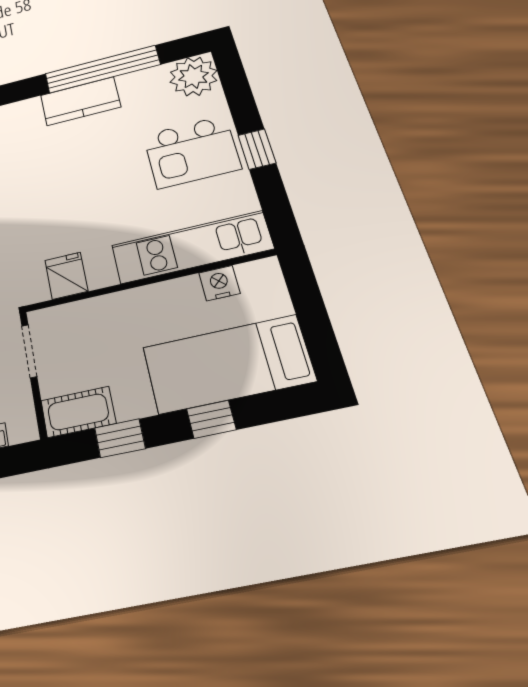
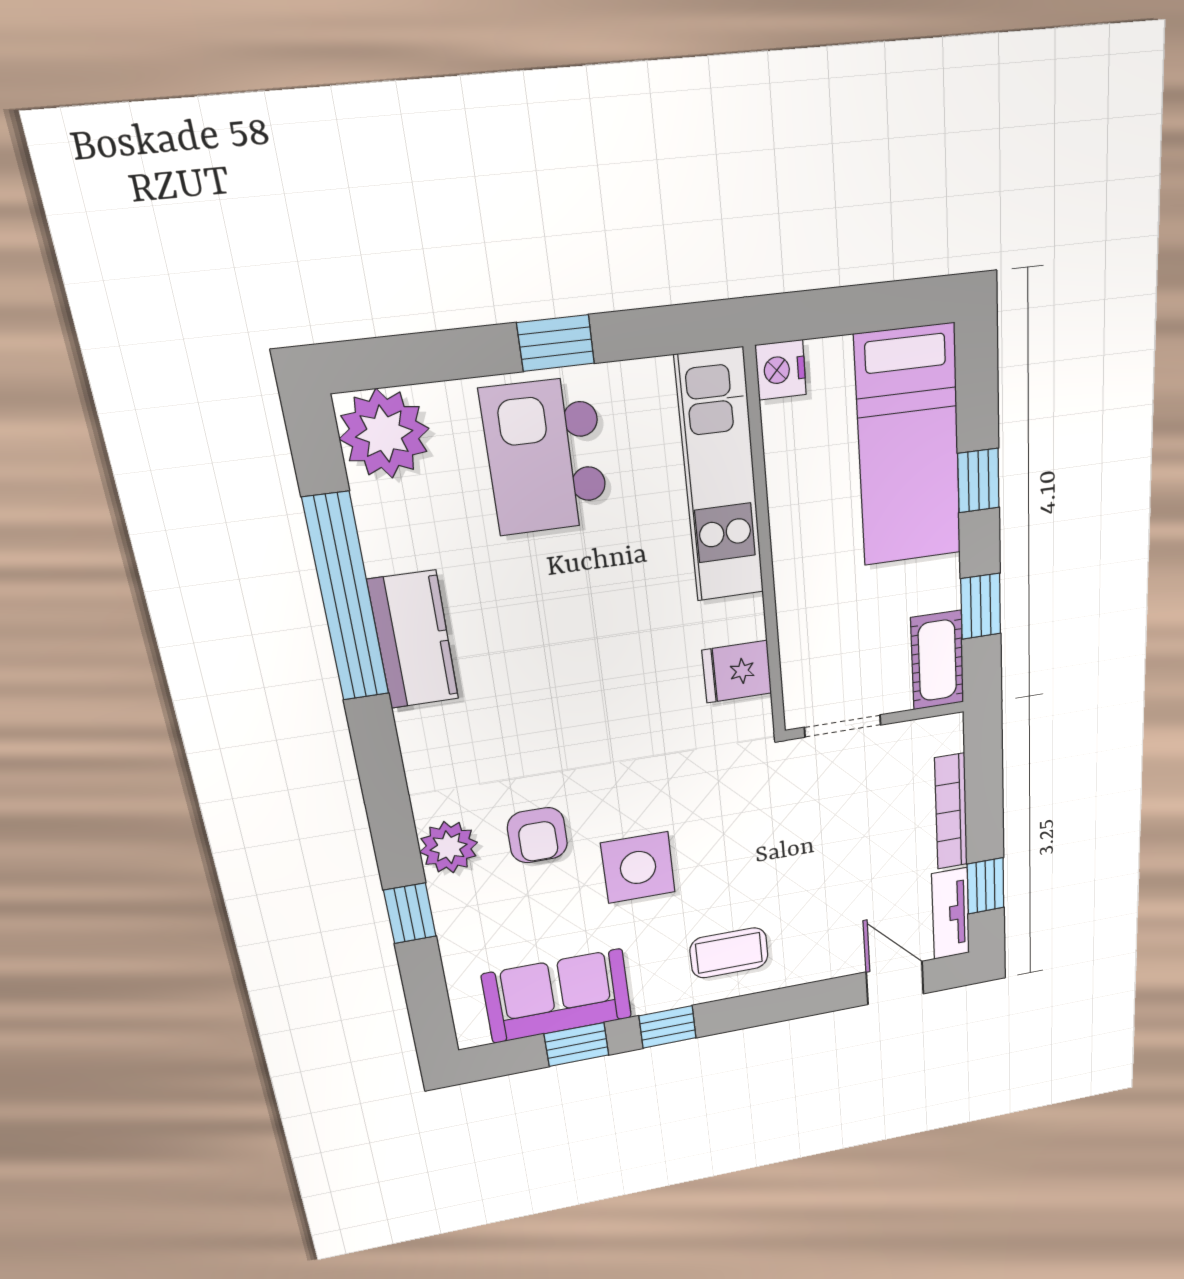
kitchen island: (192, 152) -> (545, 456), turned 180
nightstand: (219, 283) -> (781, 370), moved

